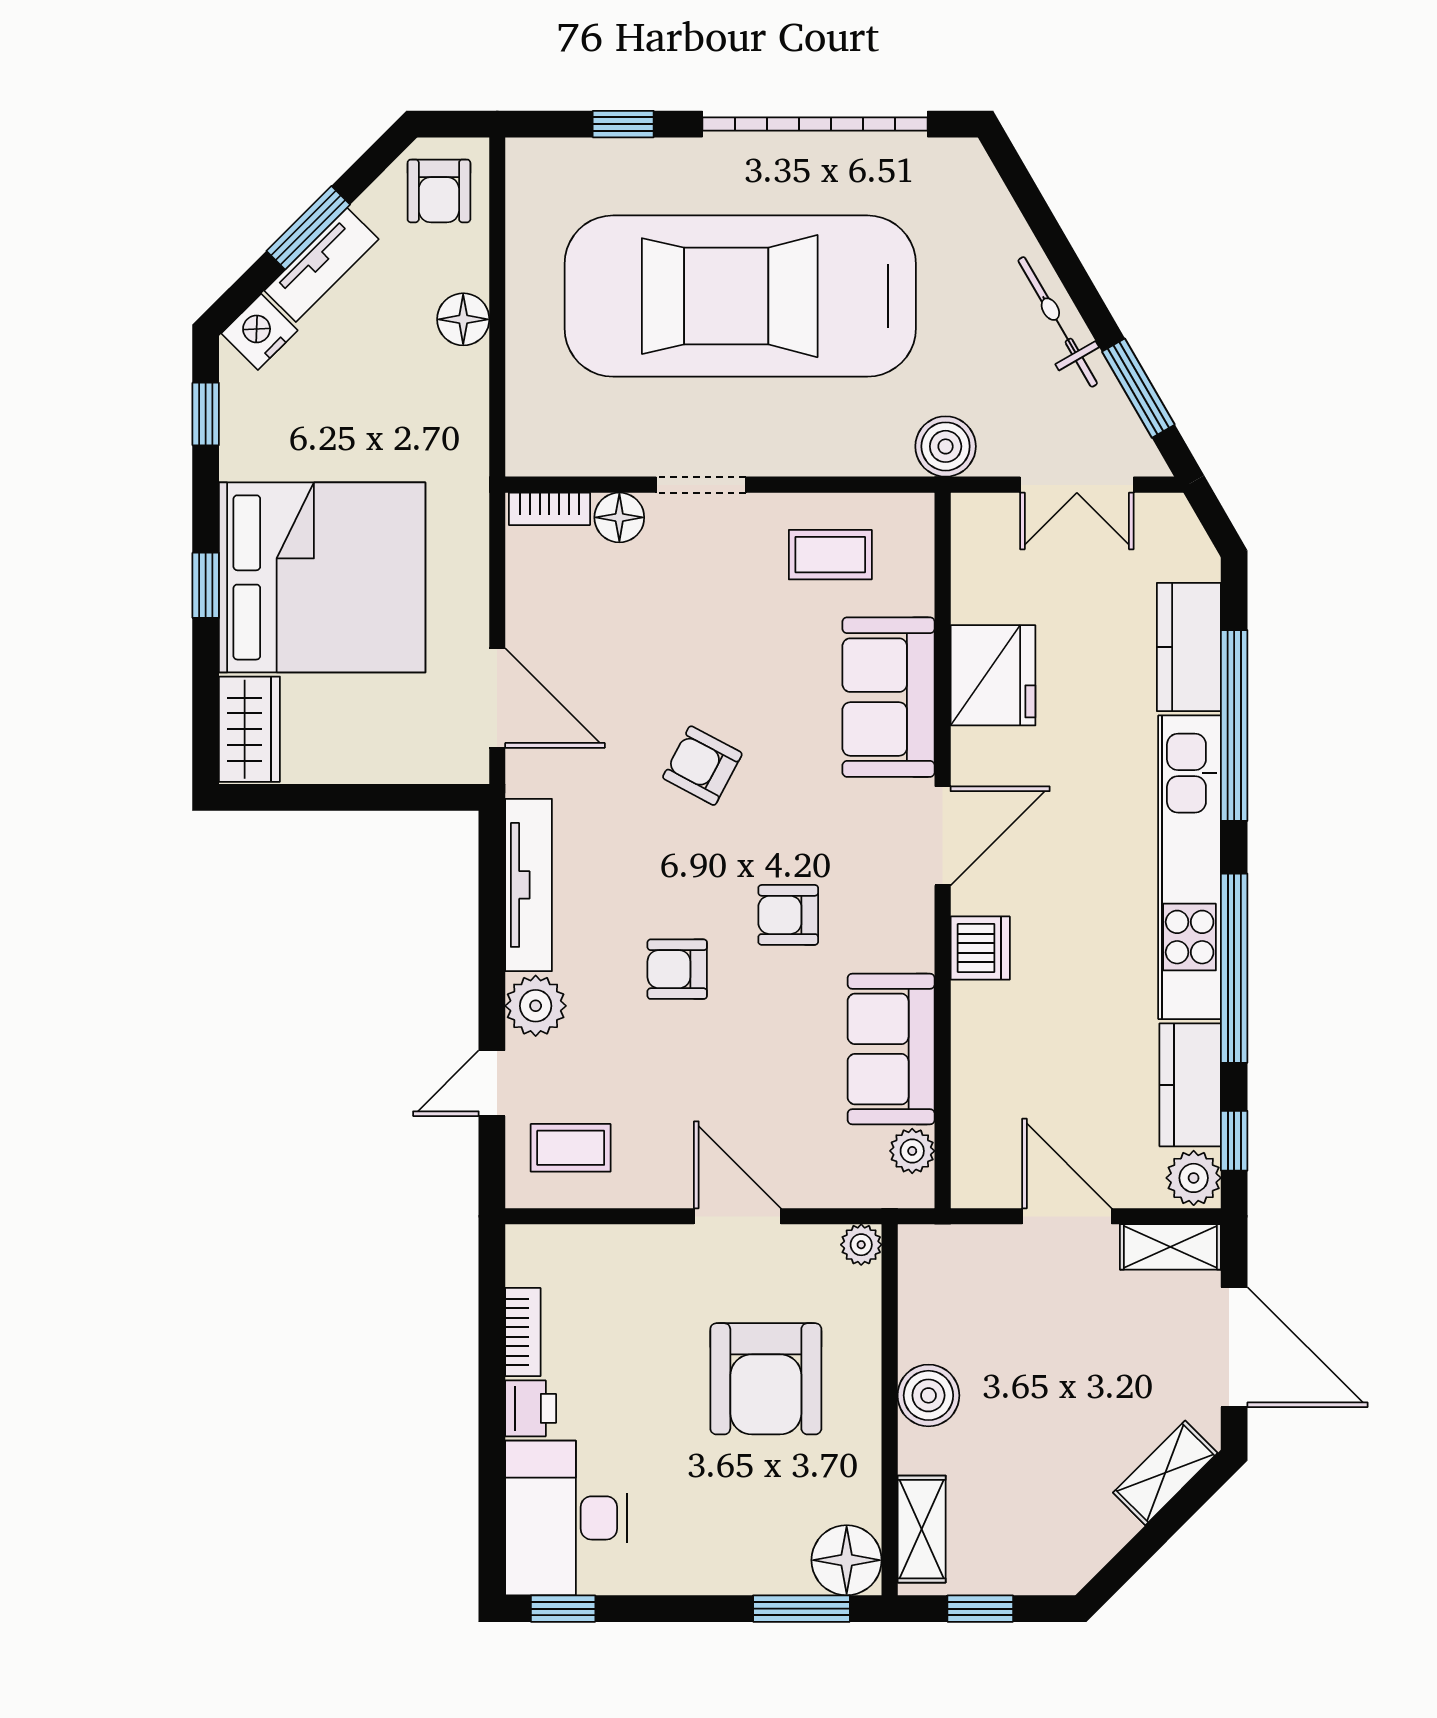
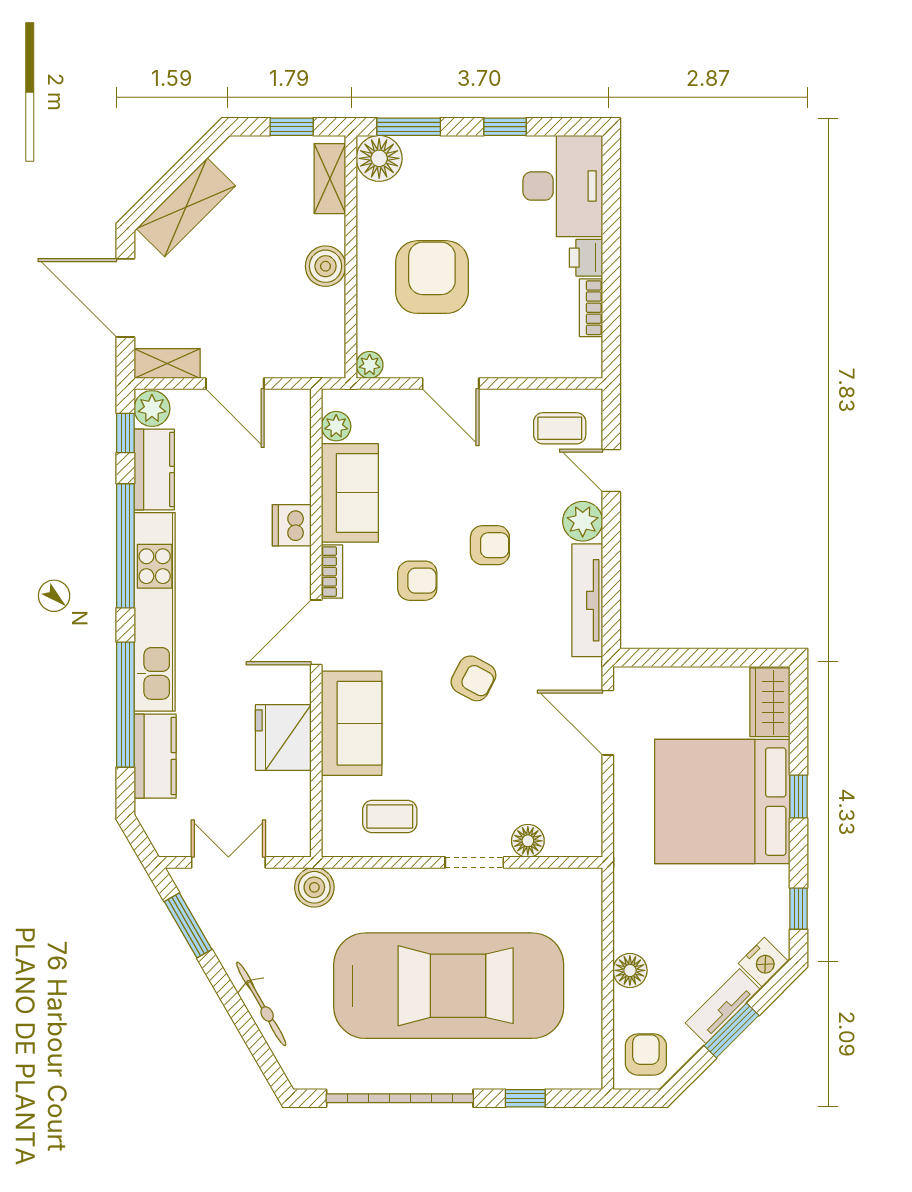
bicycle: (1058, 322) -> (261, 1004), moved
bookcase: (549, 509) -> (332, 572), moved, turned 90
dishwasher: (980, 948) -> (292, 525), moved
door: (492, 1083) -> (611, 471), swing flipped
shelving: (1165, 1473) -> (186, 207), width x1.50, depth x1.33
window: (563, 1609) -> (505, 127), moved

